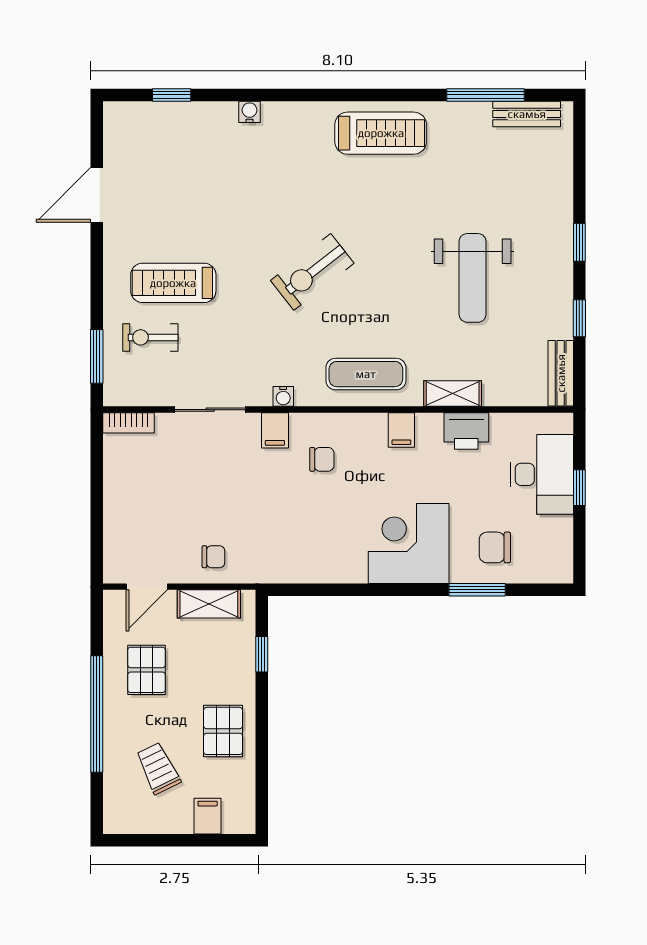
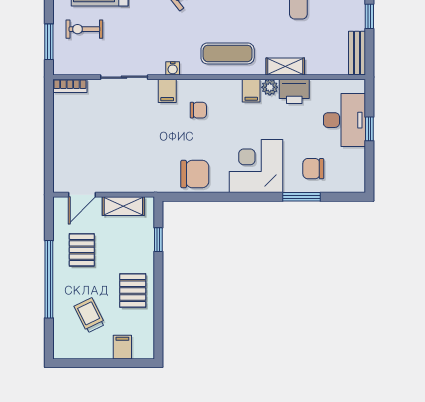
plant: (429, 425) -> (270, 87), added
chair: (213, 557) -> (195, 174), moved, width x1.87, depth x1.87

